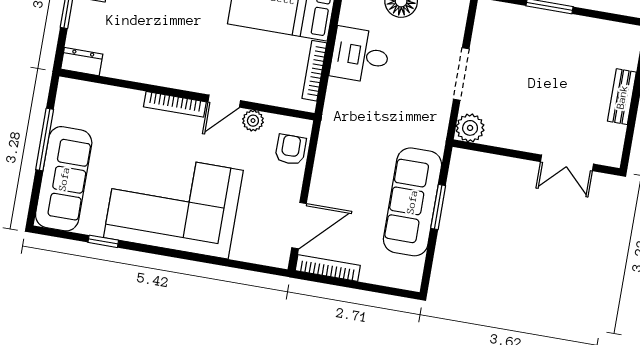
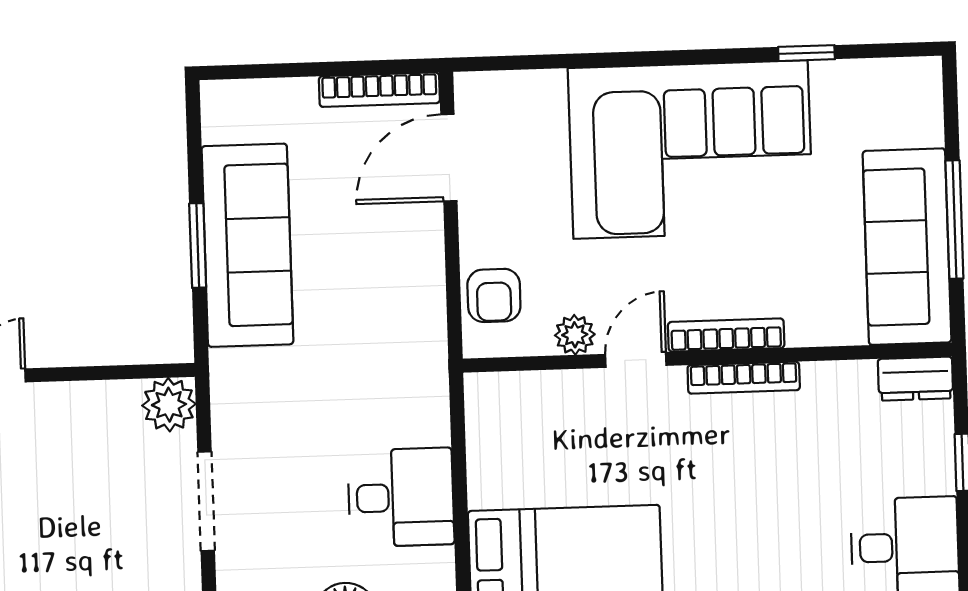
bookcase: (314, 71) -> (744, 378), moved, turned 90
sofa: (64, 179) -> (907, 247), moved

